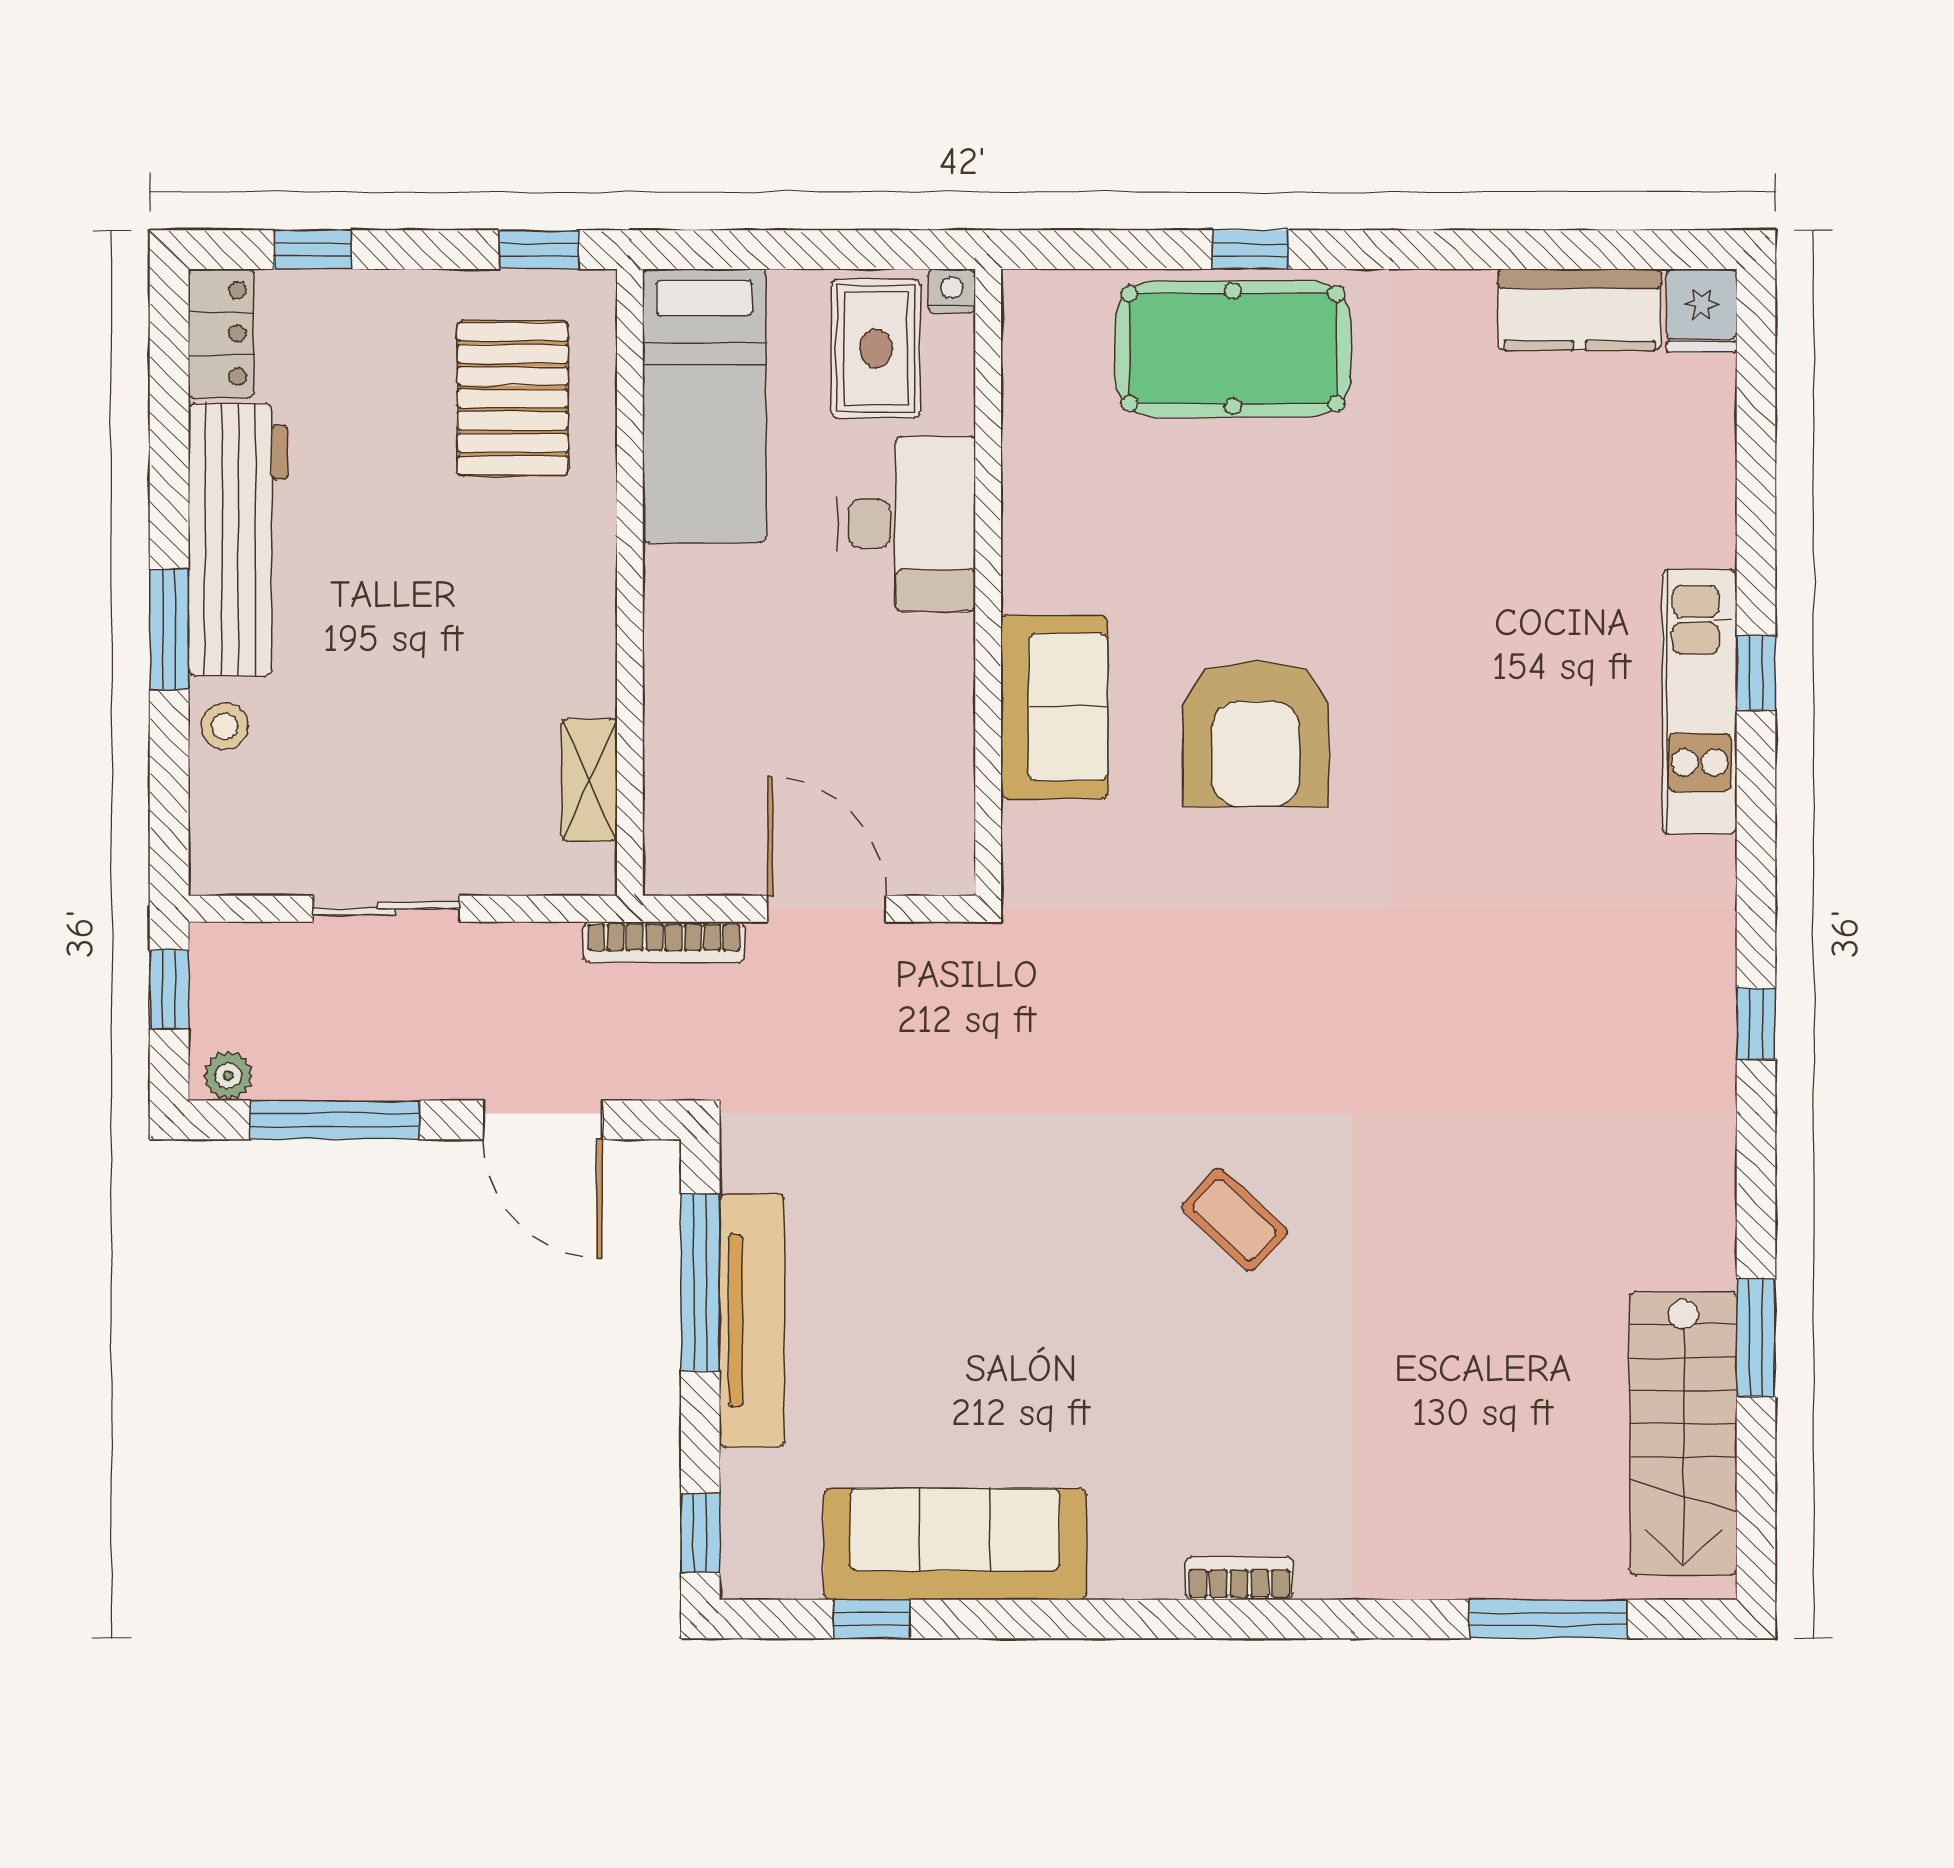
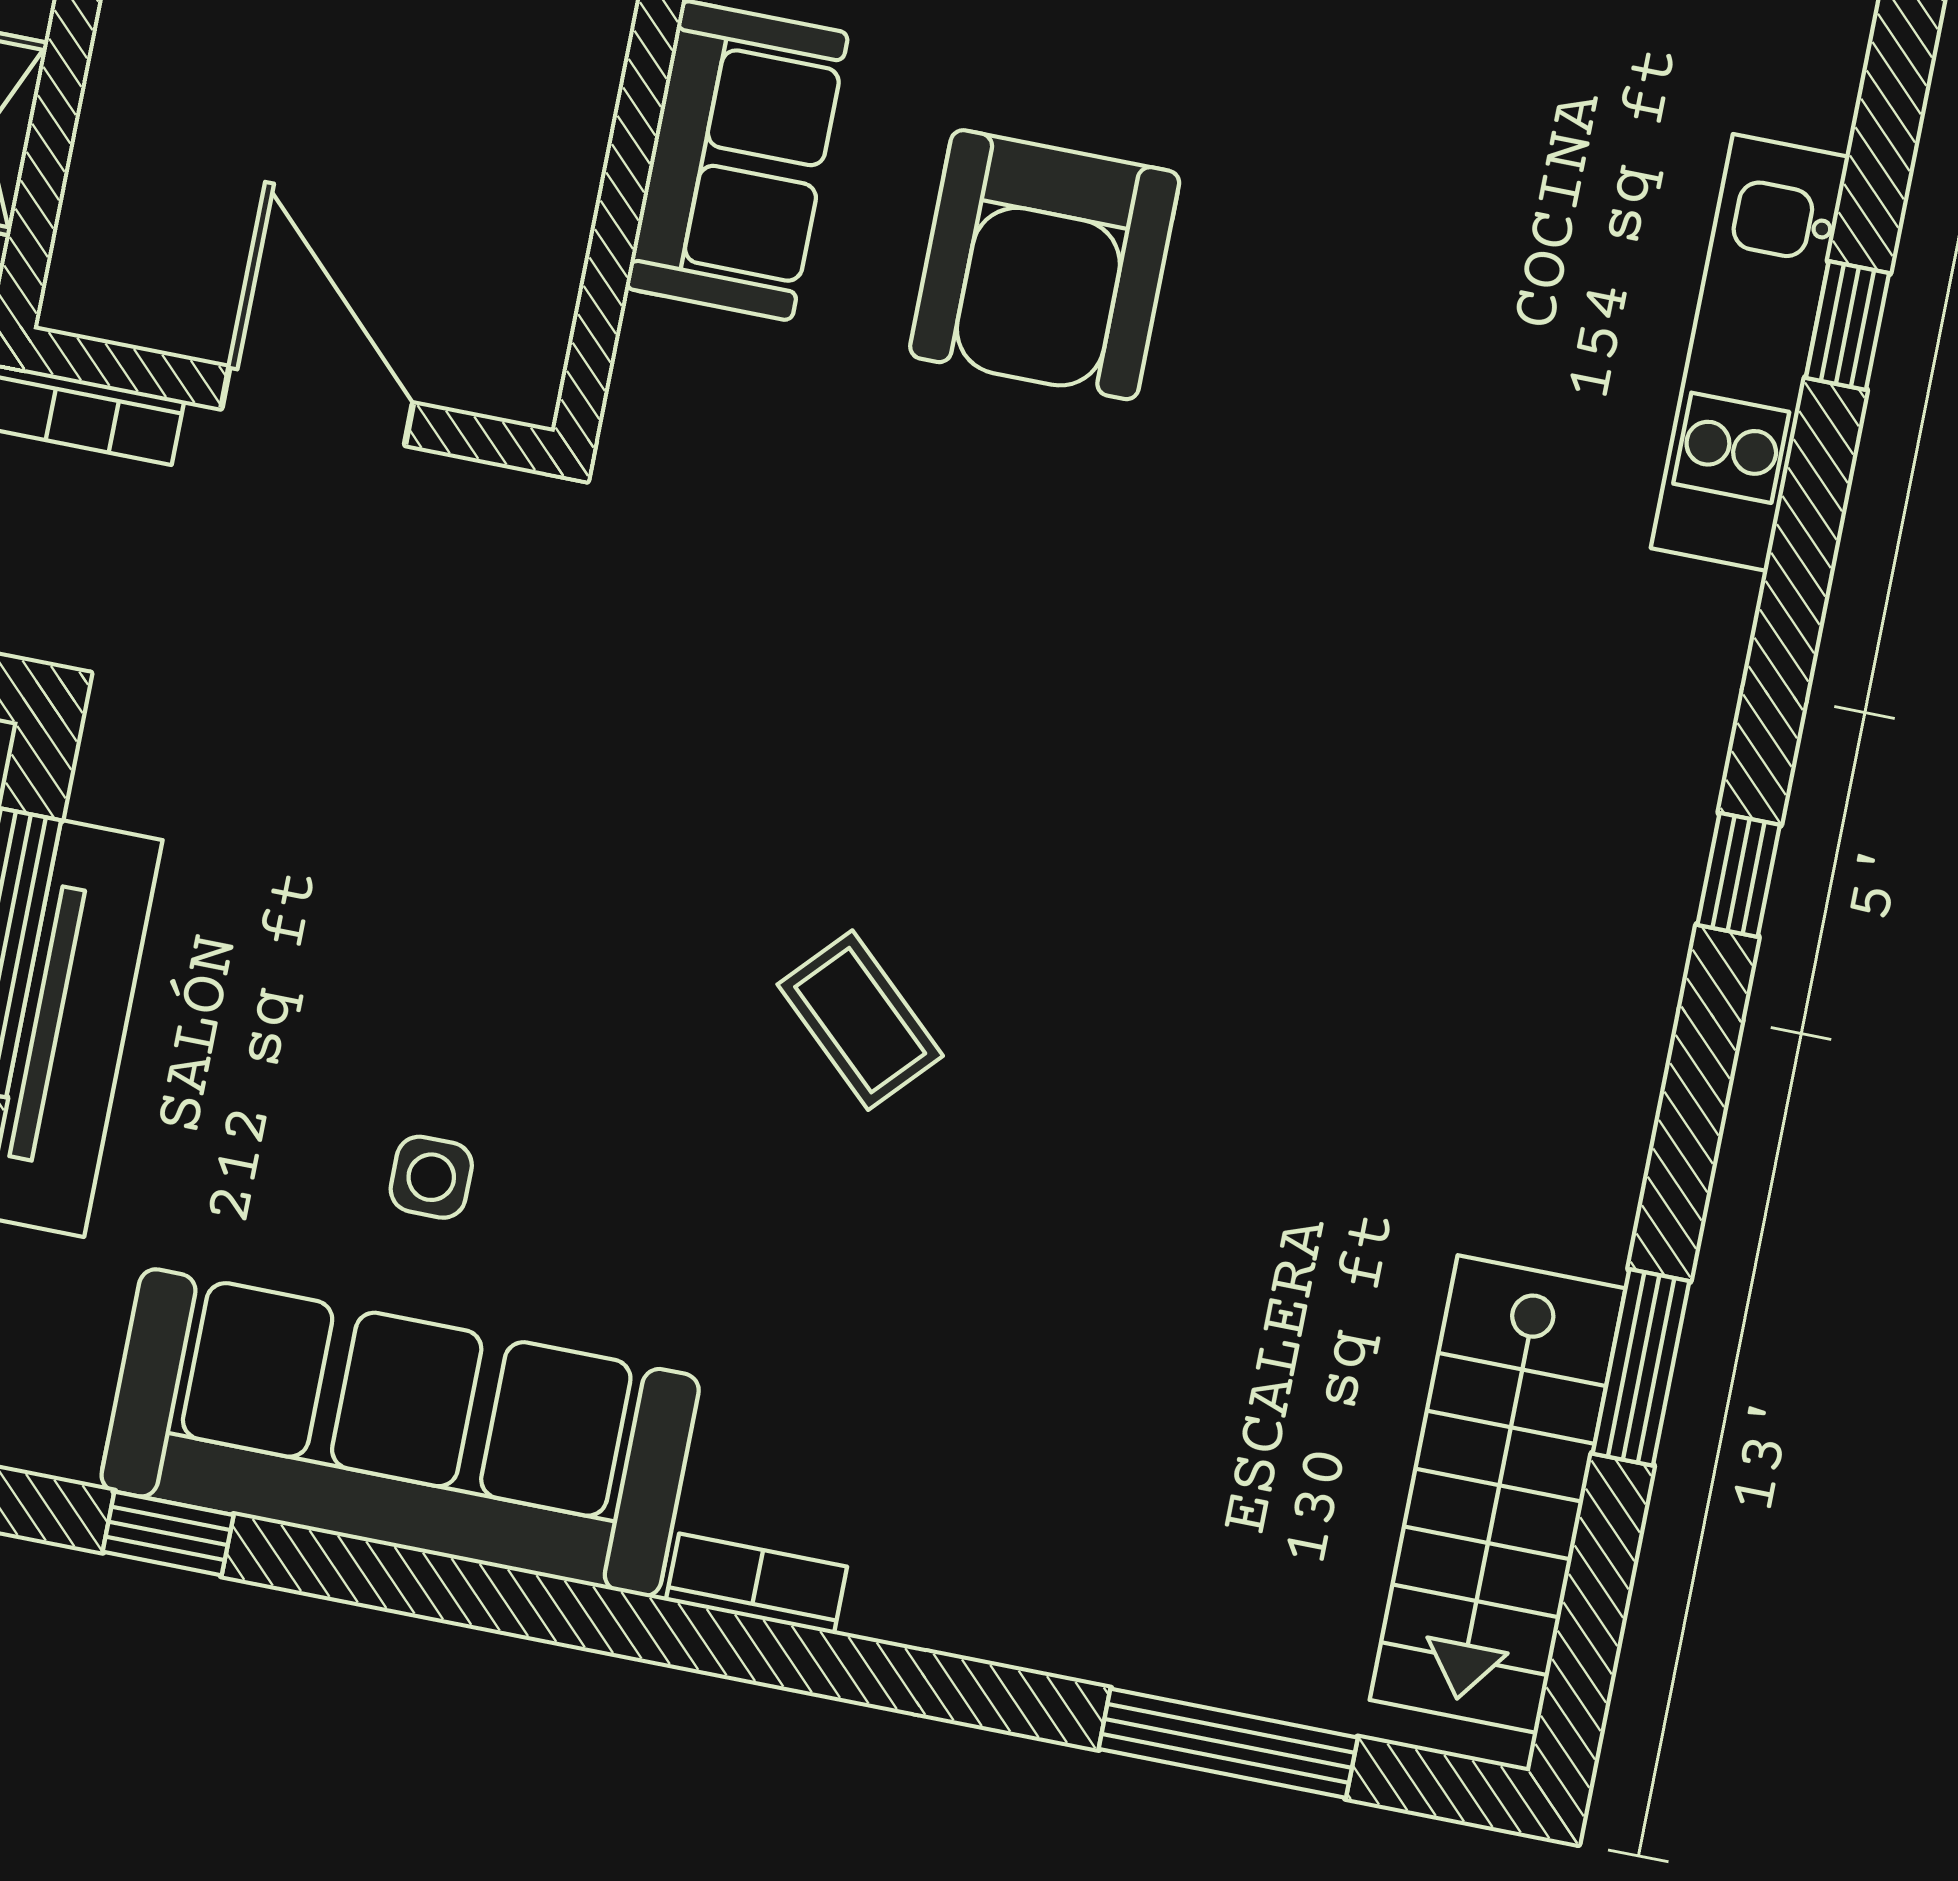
side table: (990, 1368) -> (431, 1177), added
sofa: (955, 1544) -> (400, 1433), width x1.36, depth x1.27

